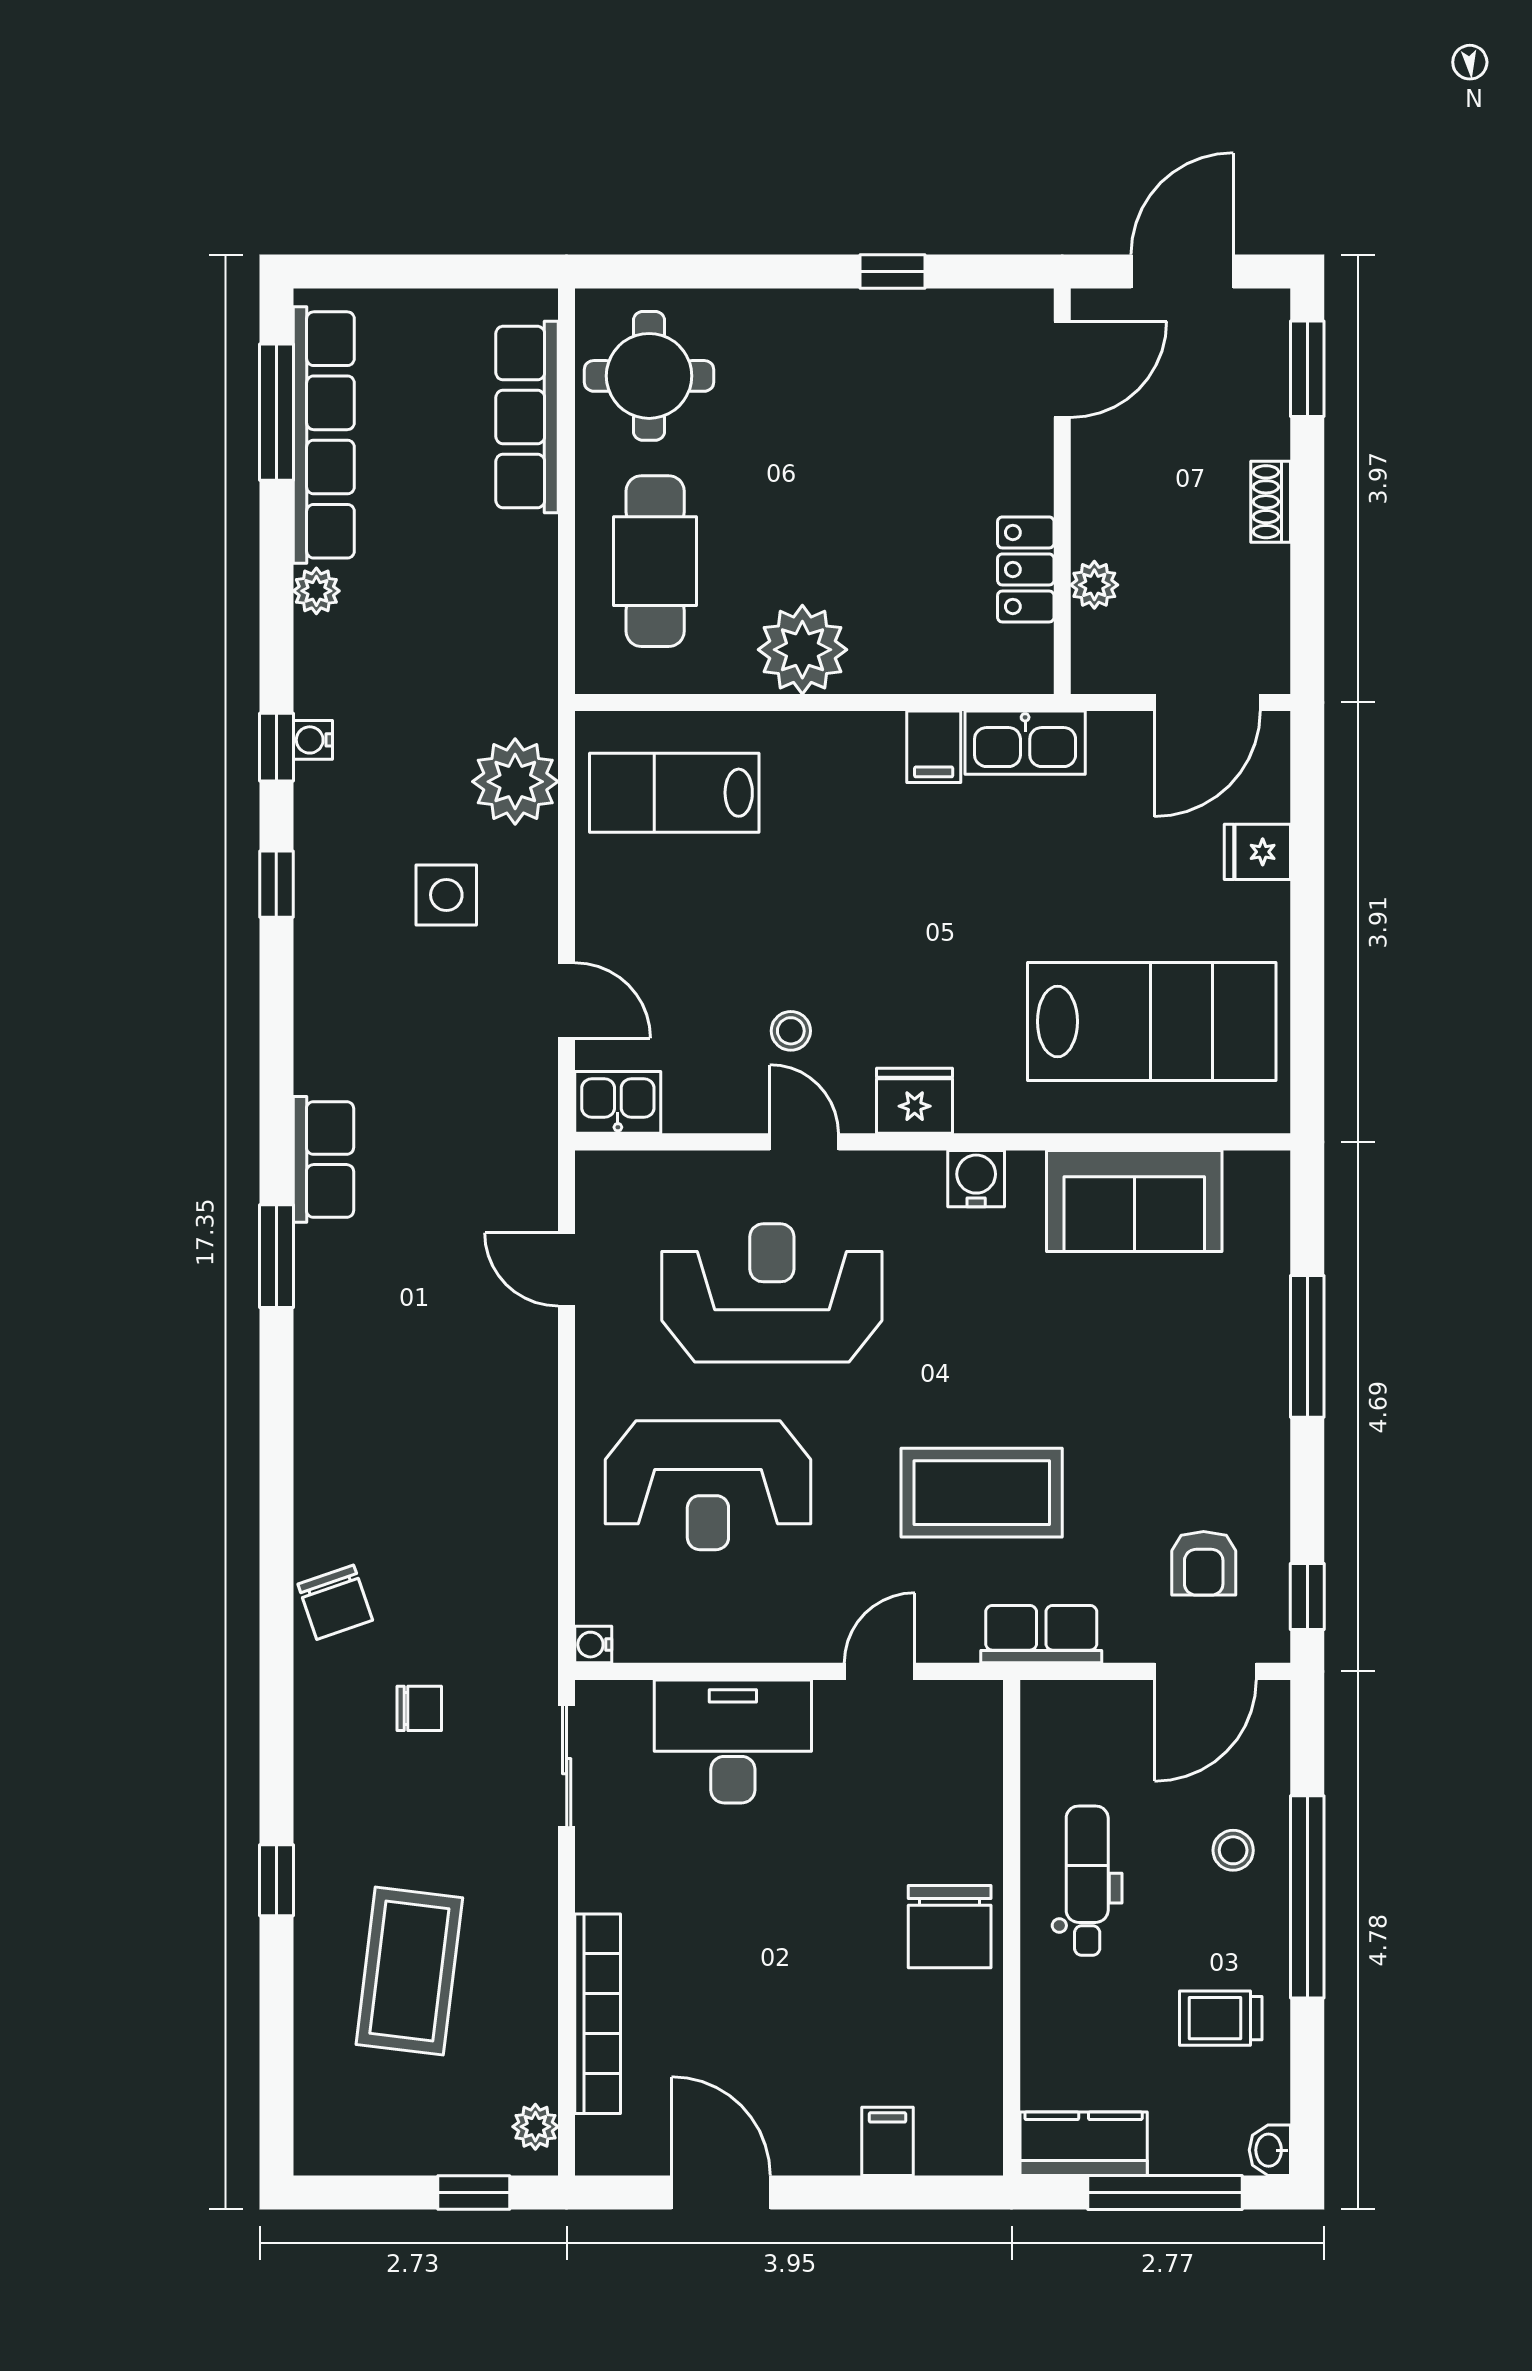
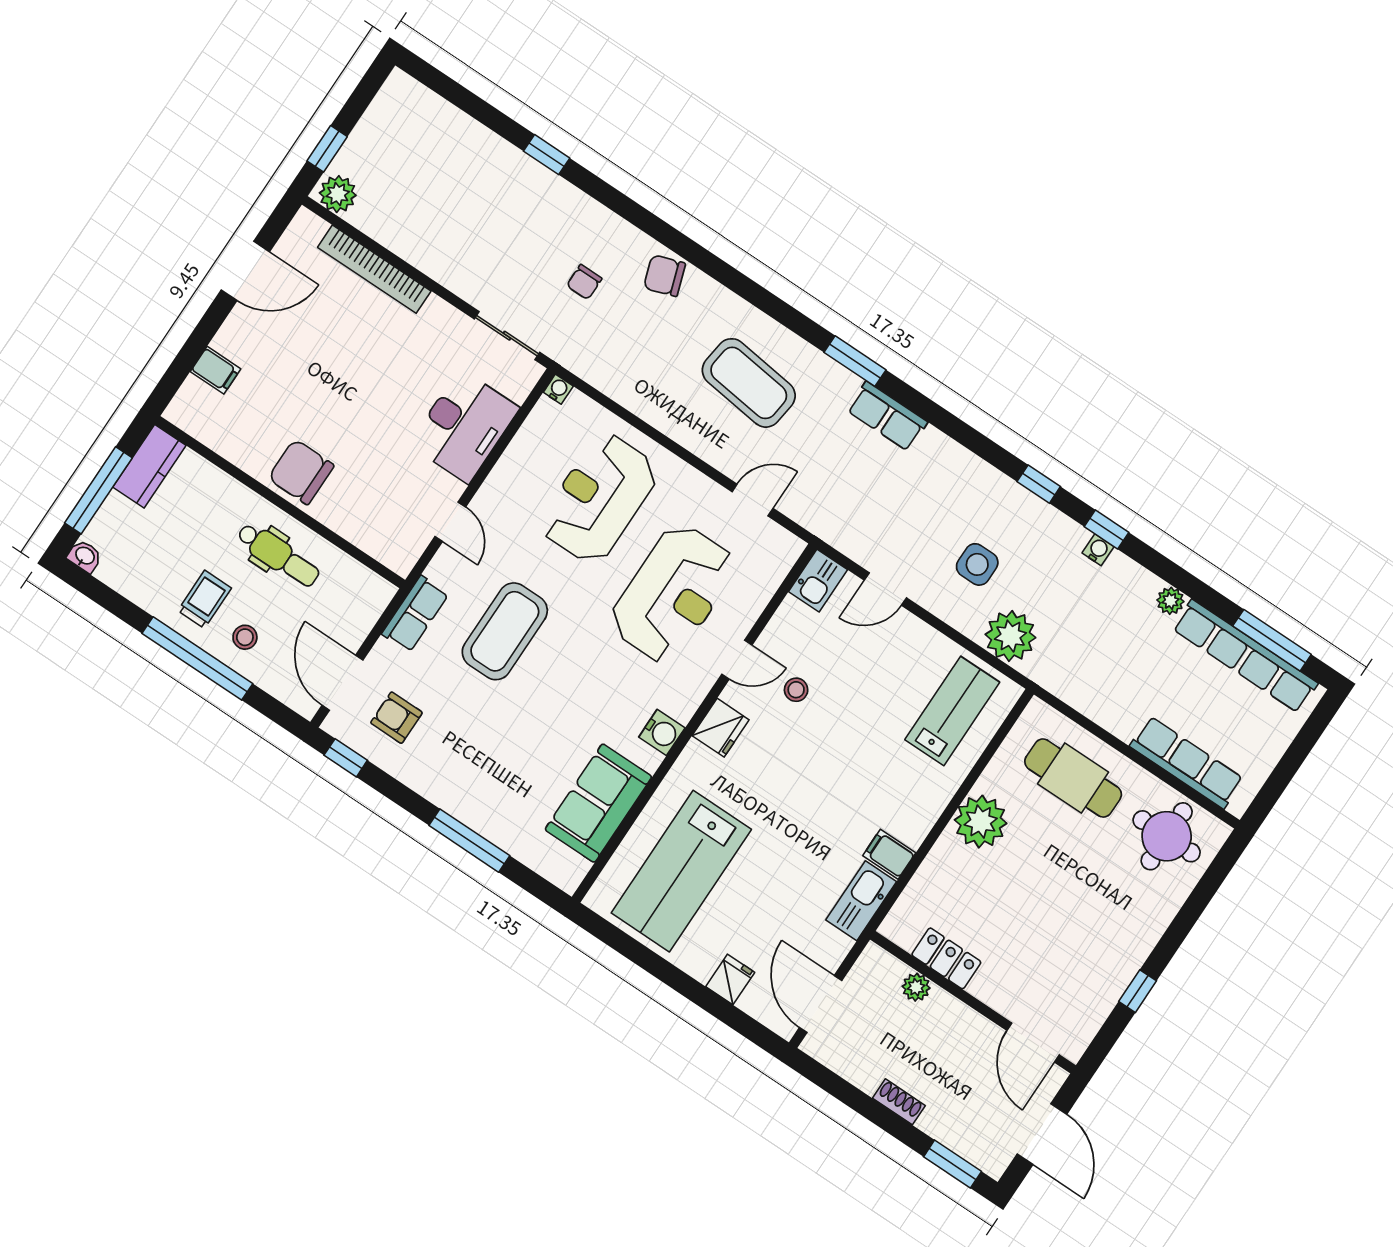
coffee table: (409, 1971) -> (749, 383), moved
trolley: (1221, 2018) -> (205, 599), moved
plant: (535, 2127) -> (338, 194), width x1.38, depth x1.38

